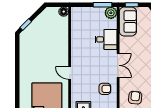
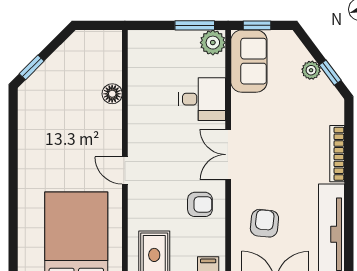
floor lamp: (64, 12) -> (112, 94), moved
double door: (118, 65) -> (228, 155), swing flipped

